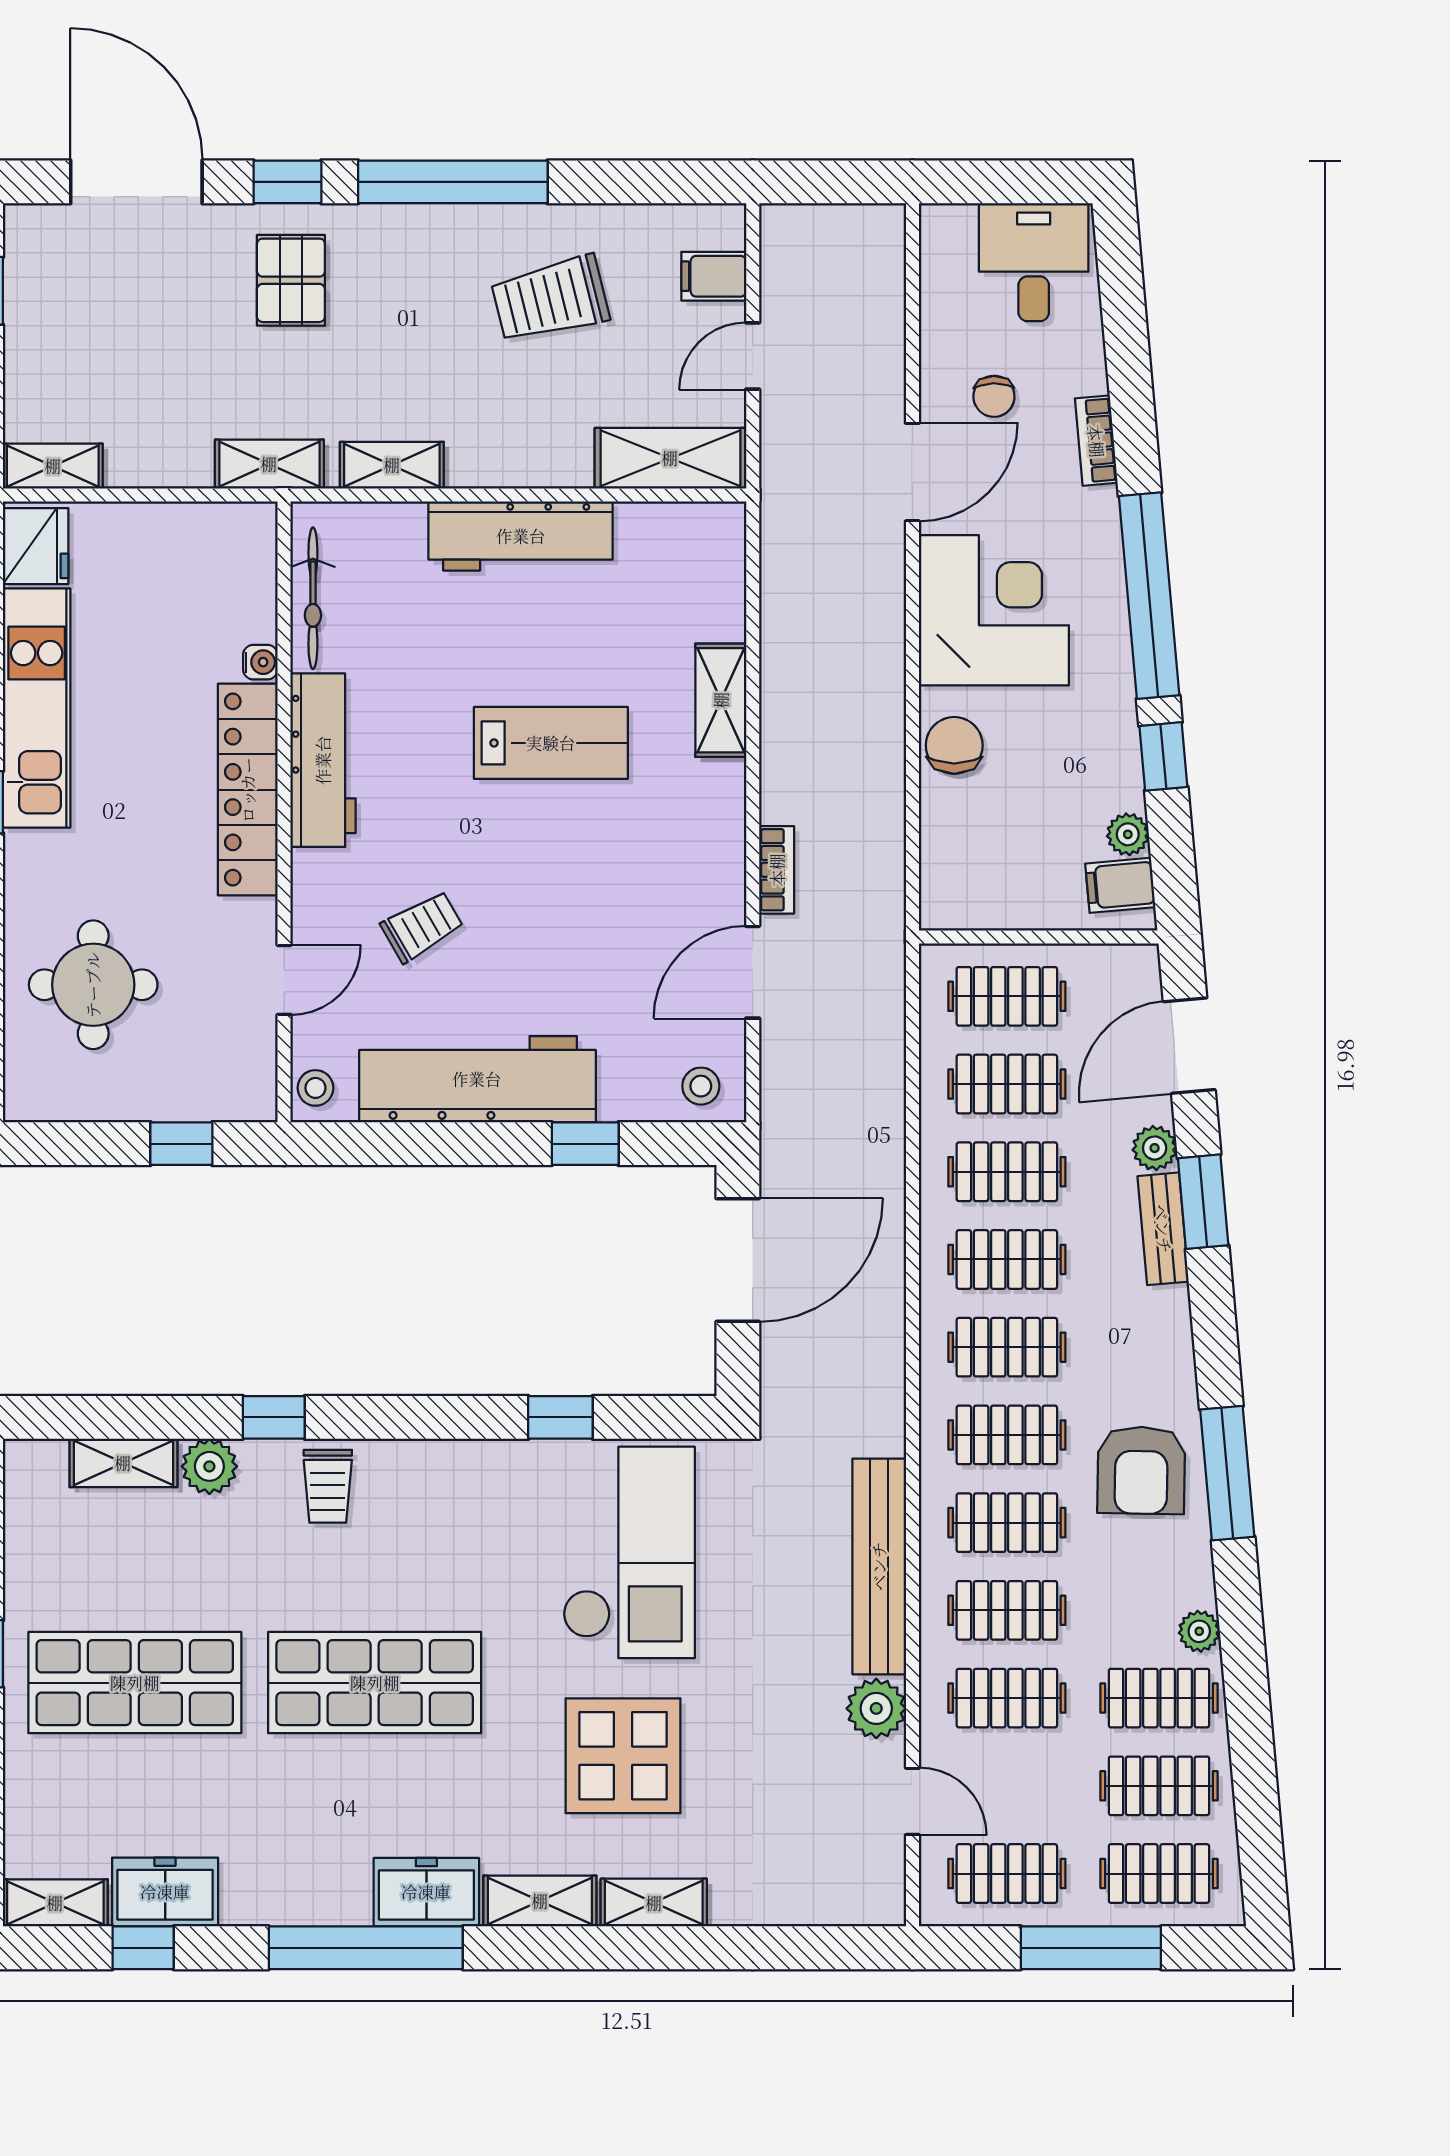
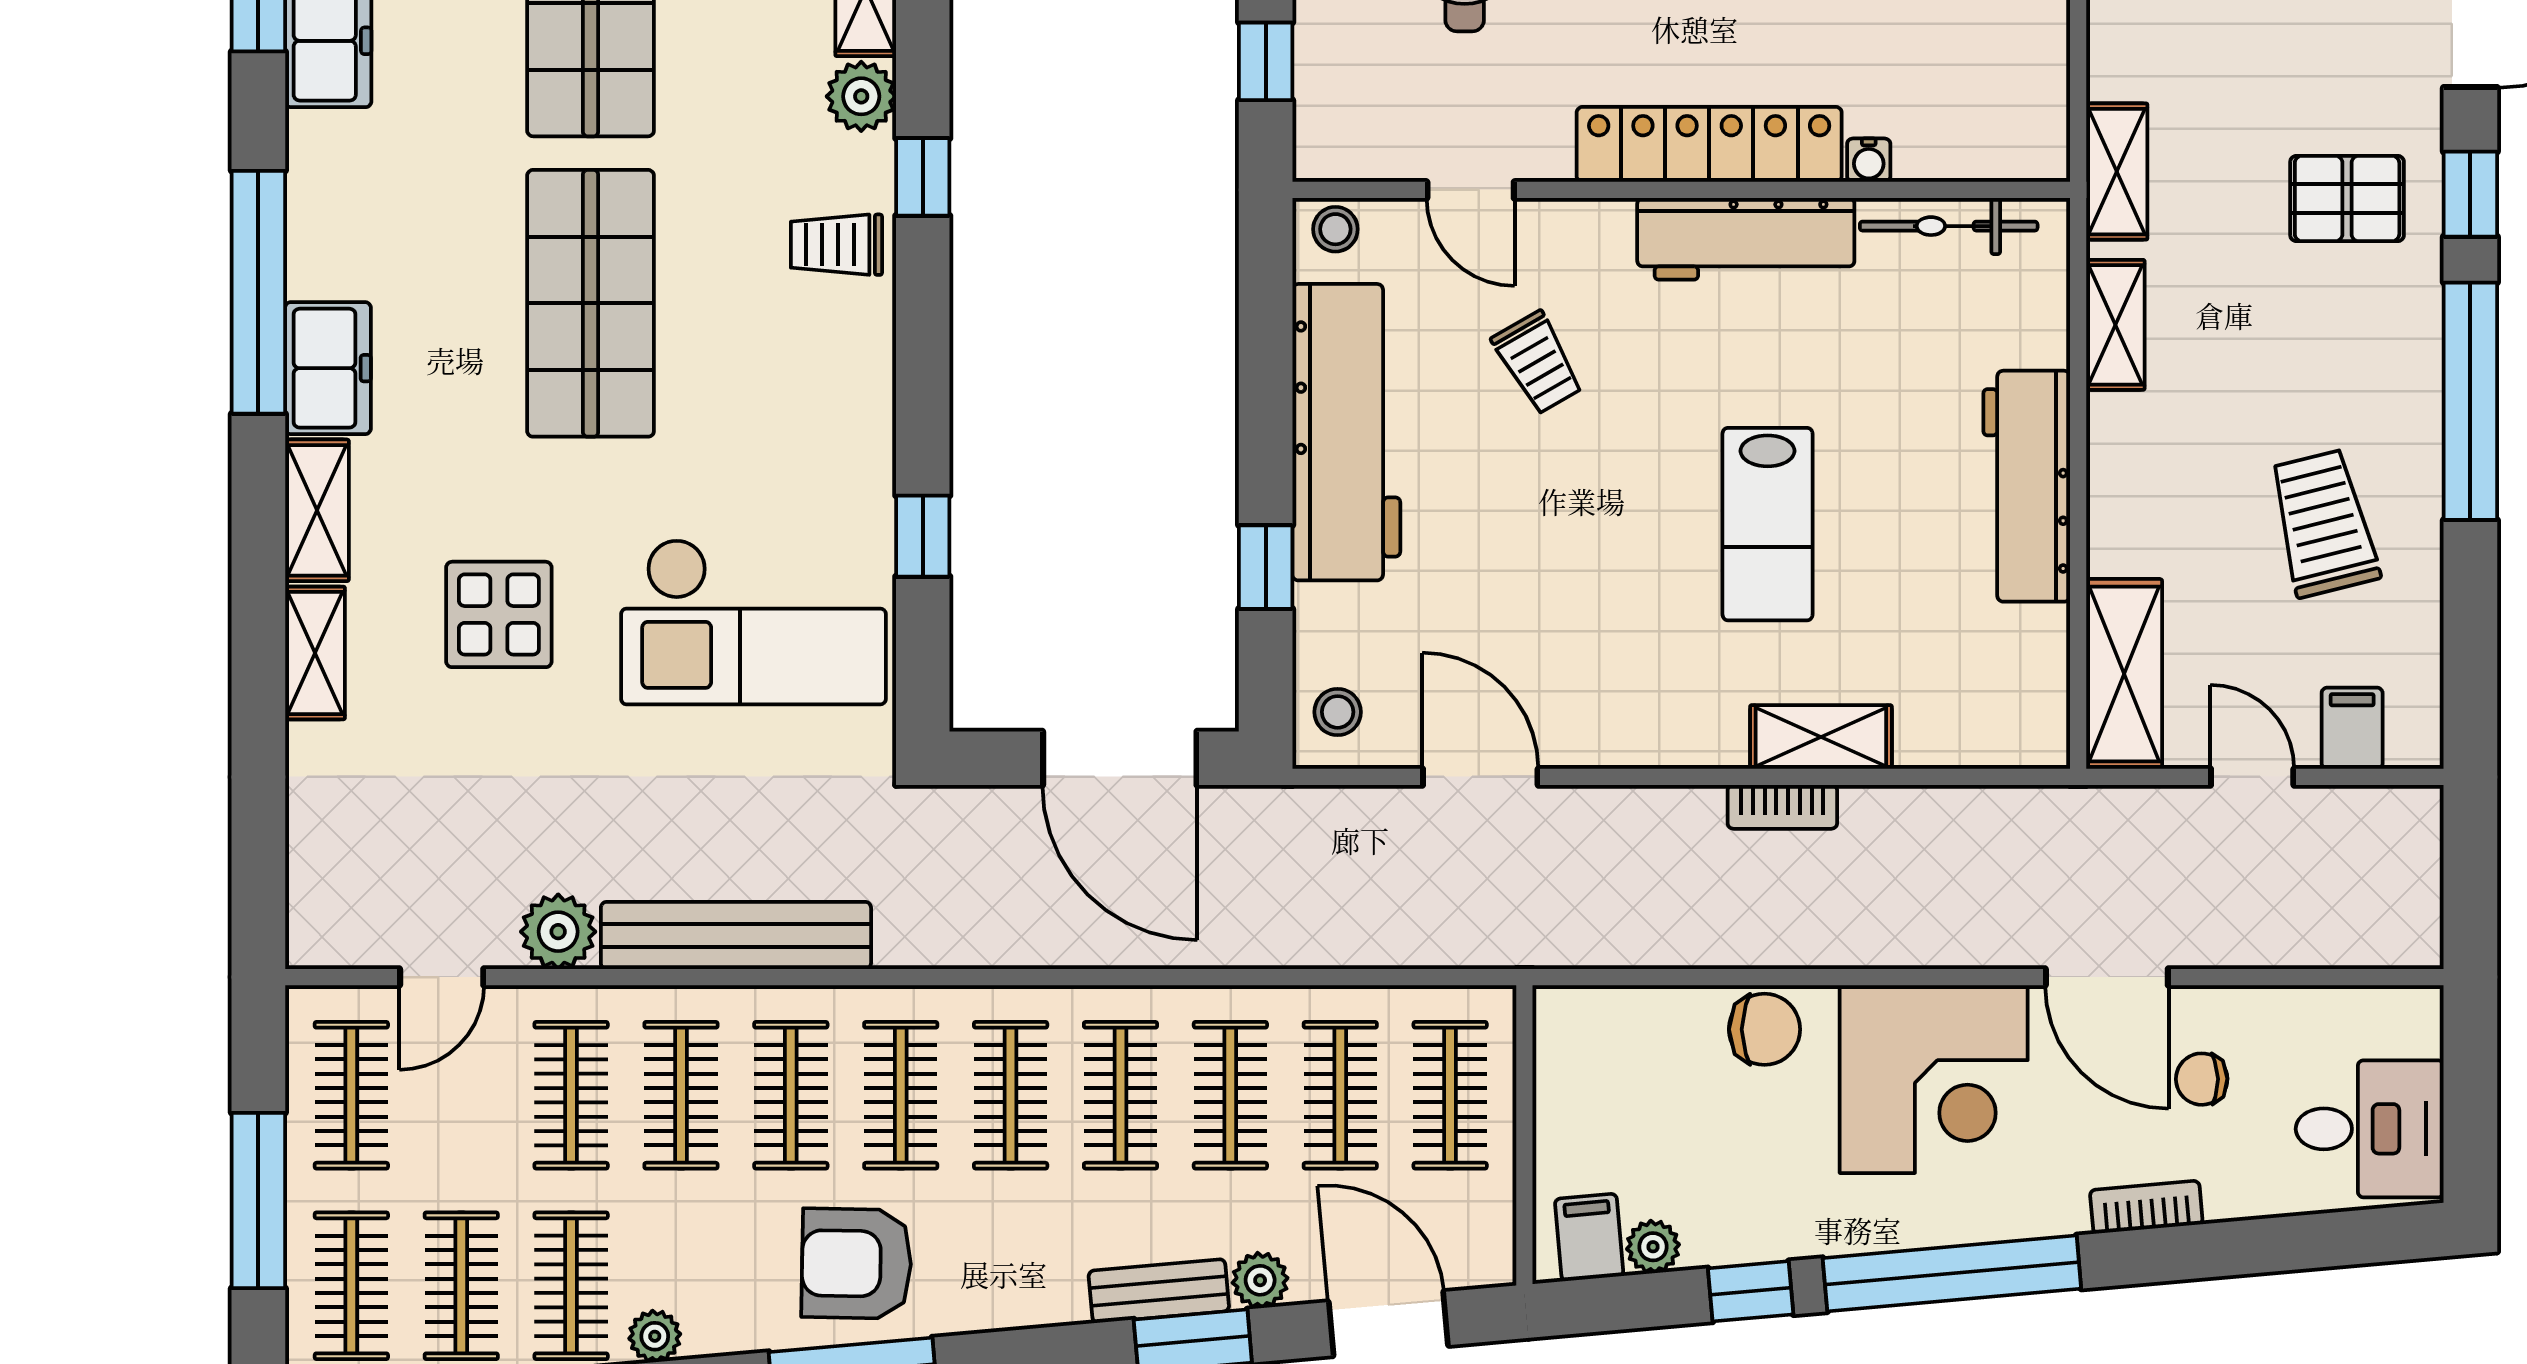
bookcase: (777, 870) -> (1782, 807), moved
display table: (623, 1756) -> (499, 614), width x0.73, depth x0.73

